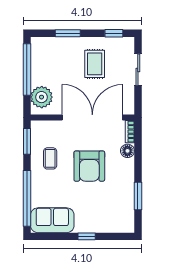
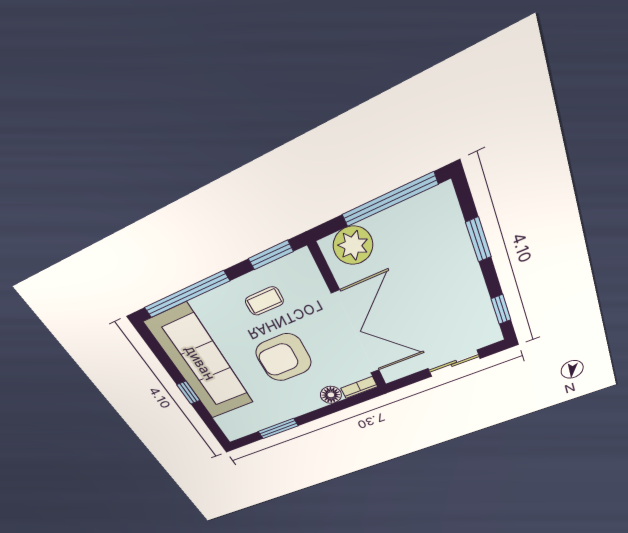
rug: (95, 64) -> (441, 302), removed
sofa: (52, 220) -> (200, 363), width x1.85, depth x1.27

